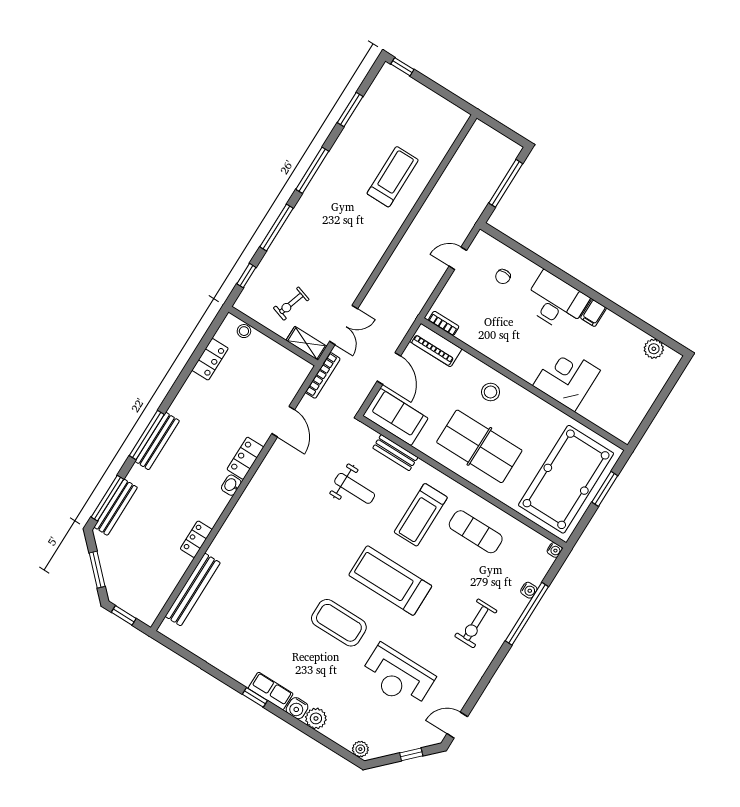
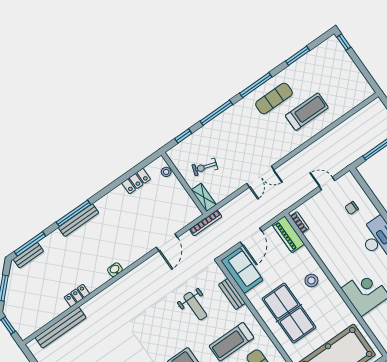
exercise mat: (343, 178) -> (274, 99), added
double door: (344, 325) -> (260, 177), moved
locker: (245, 458) -> (132, 256), removed
bench: (116, 507) -> (28, 255), width x0.73

